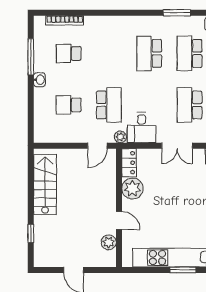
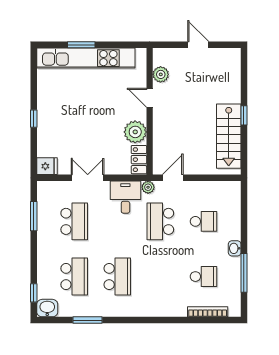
window: (31, 233) -> (244, 115), moved

